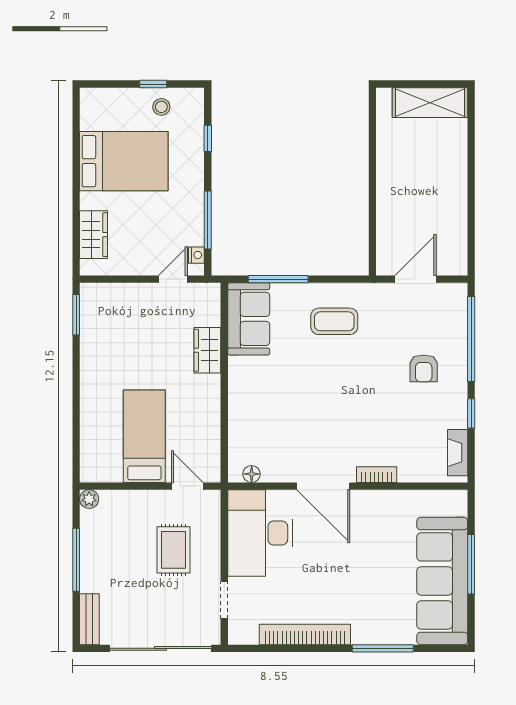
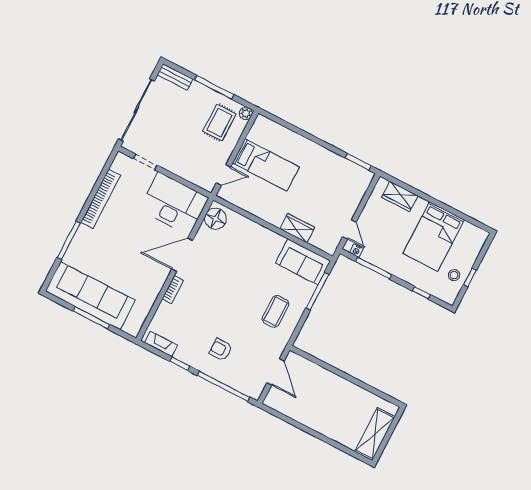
floor lamp: (252, 474) -> (216, 219), width x1.89, depth x1.89
rug: (173, 550) -> (219, 123), moved, turned 90

